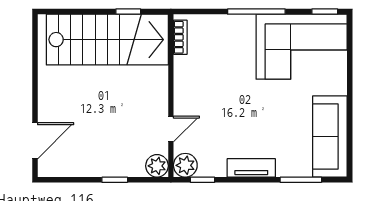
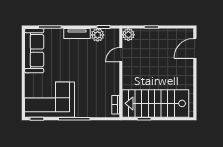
plant: (185, 165) -> (98, 35), moved

